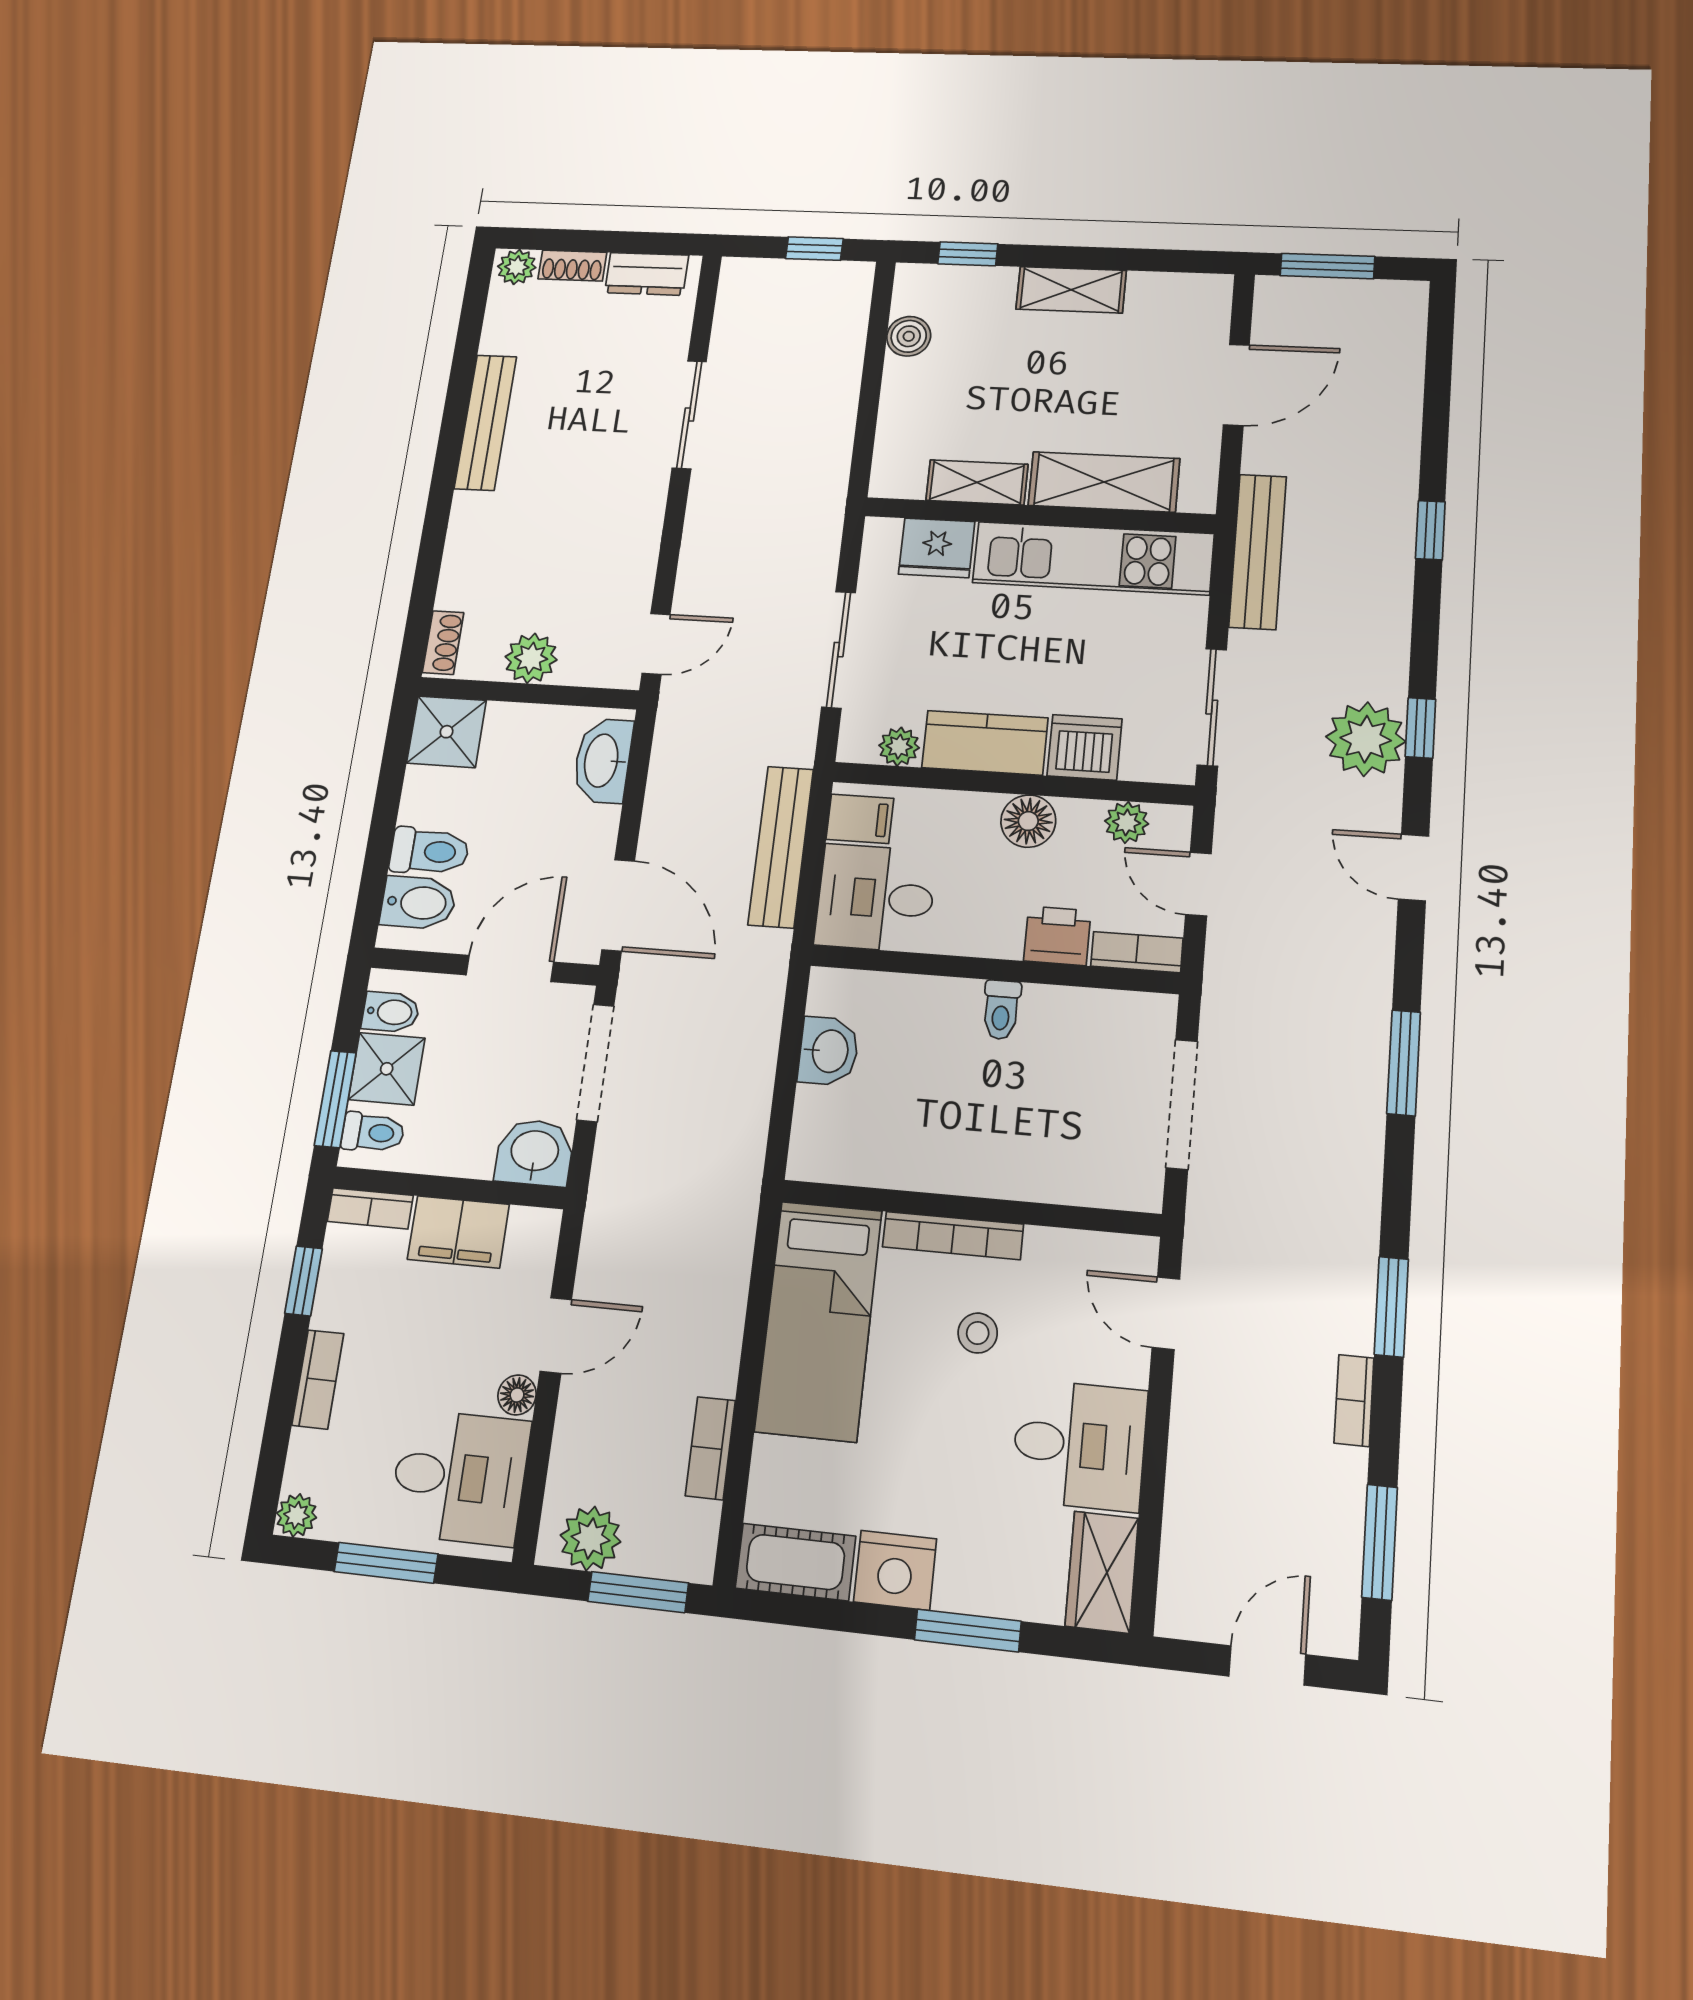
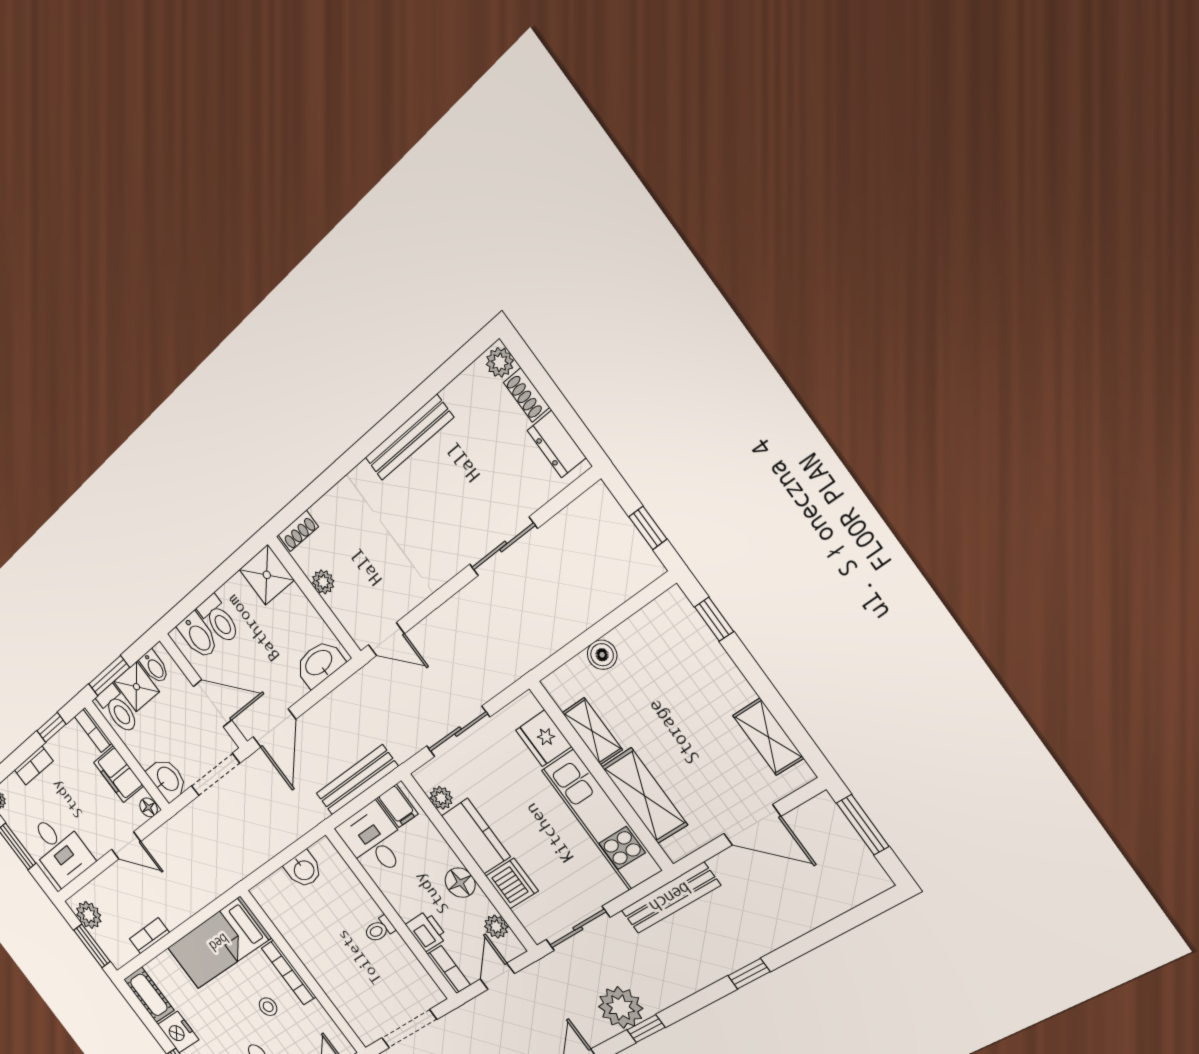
shelving: (1071, 290) -> (768, 737), moved
boiler: (909, 336) -> (602, 655), moved
plant: (531, 658) -> (323, 582), width x0.73, depth x0.73
toilet: (373, 1132) -> (118, 710), width x1.37, depth x1.39
floor lamp: (517, 1395) -> (149, 807), moved

